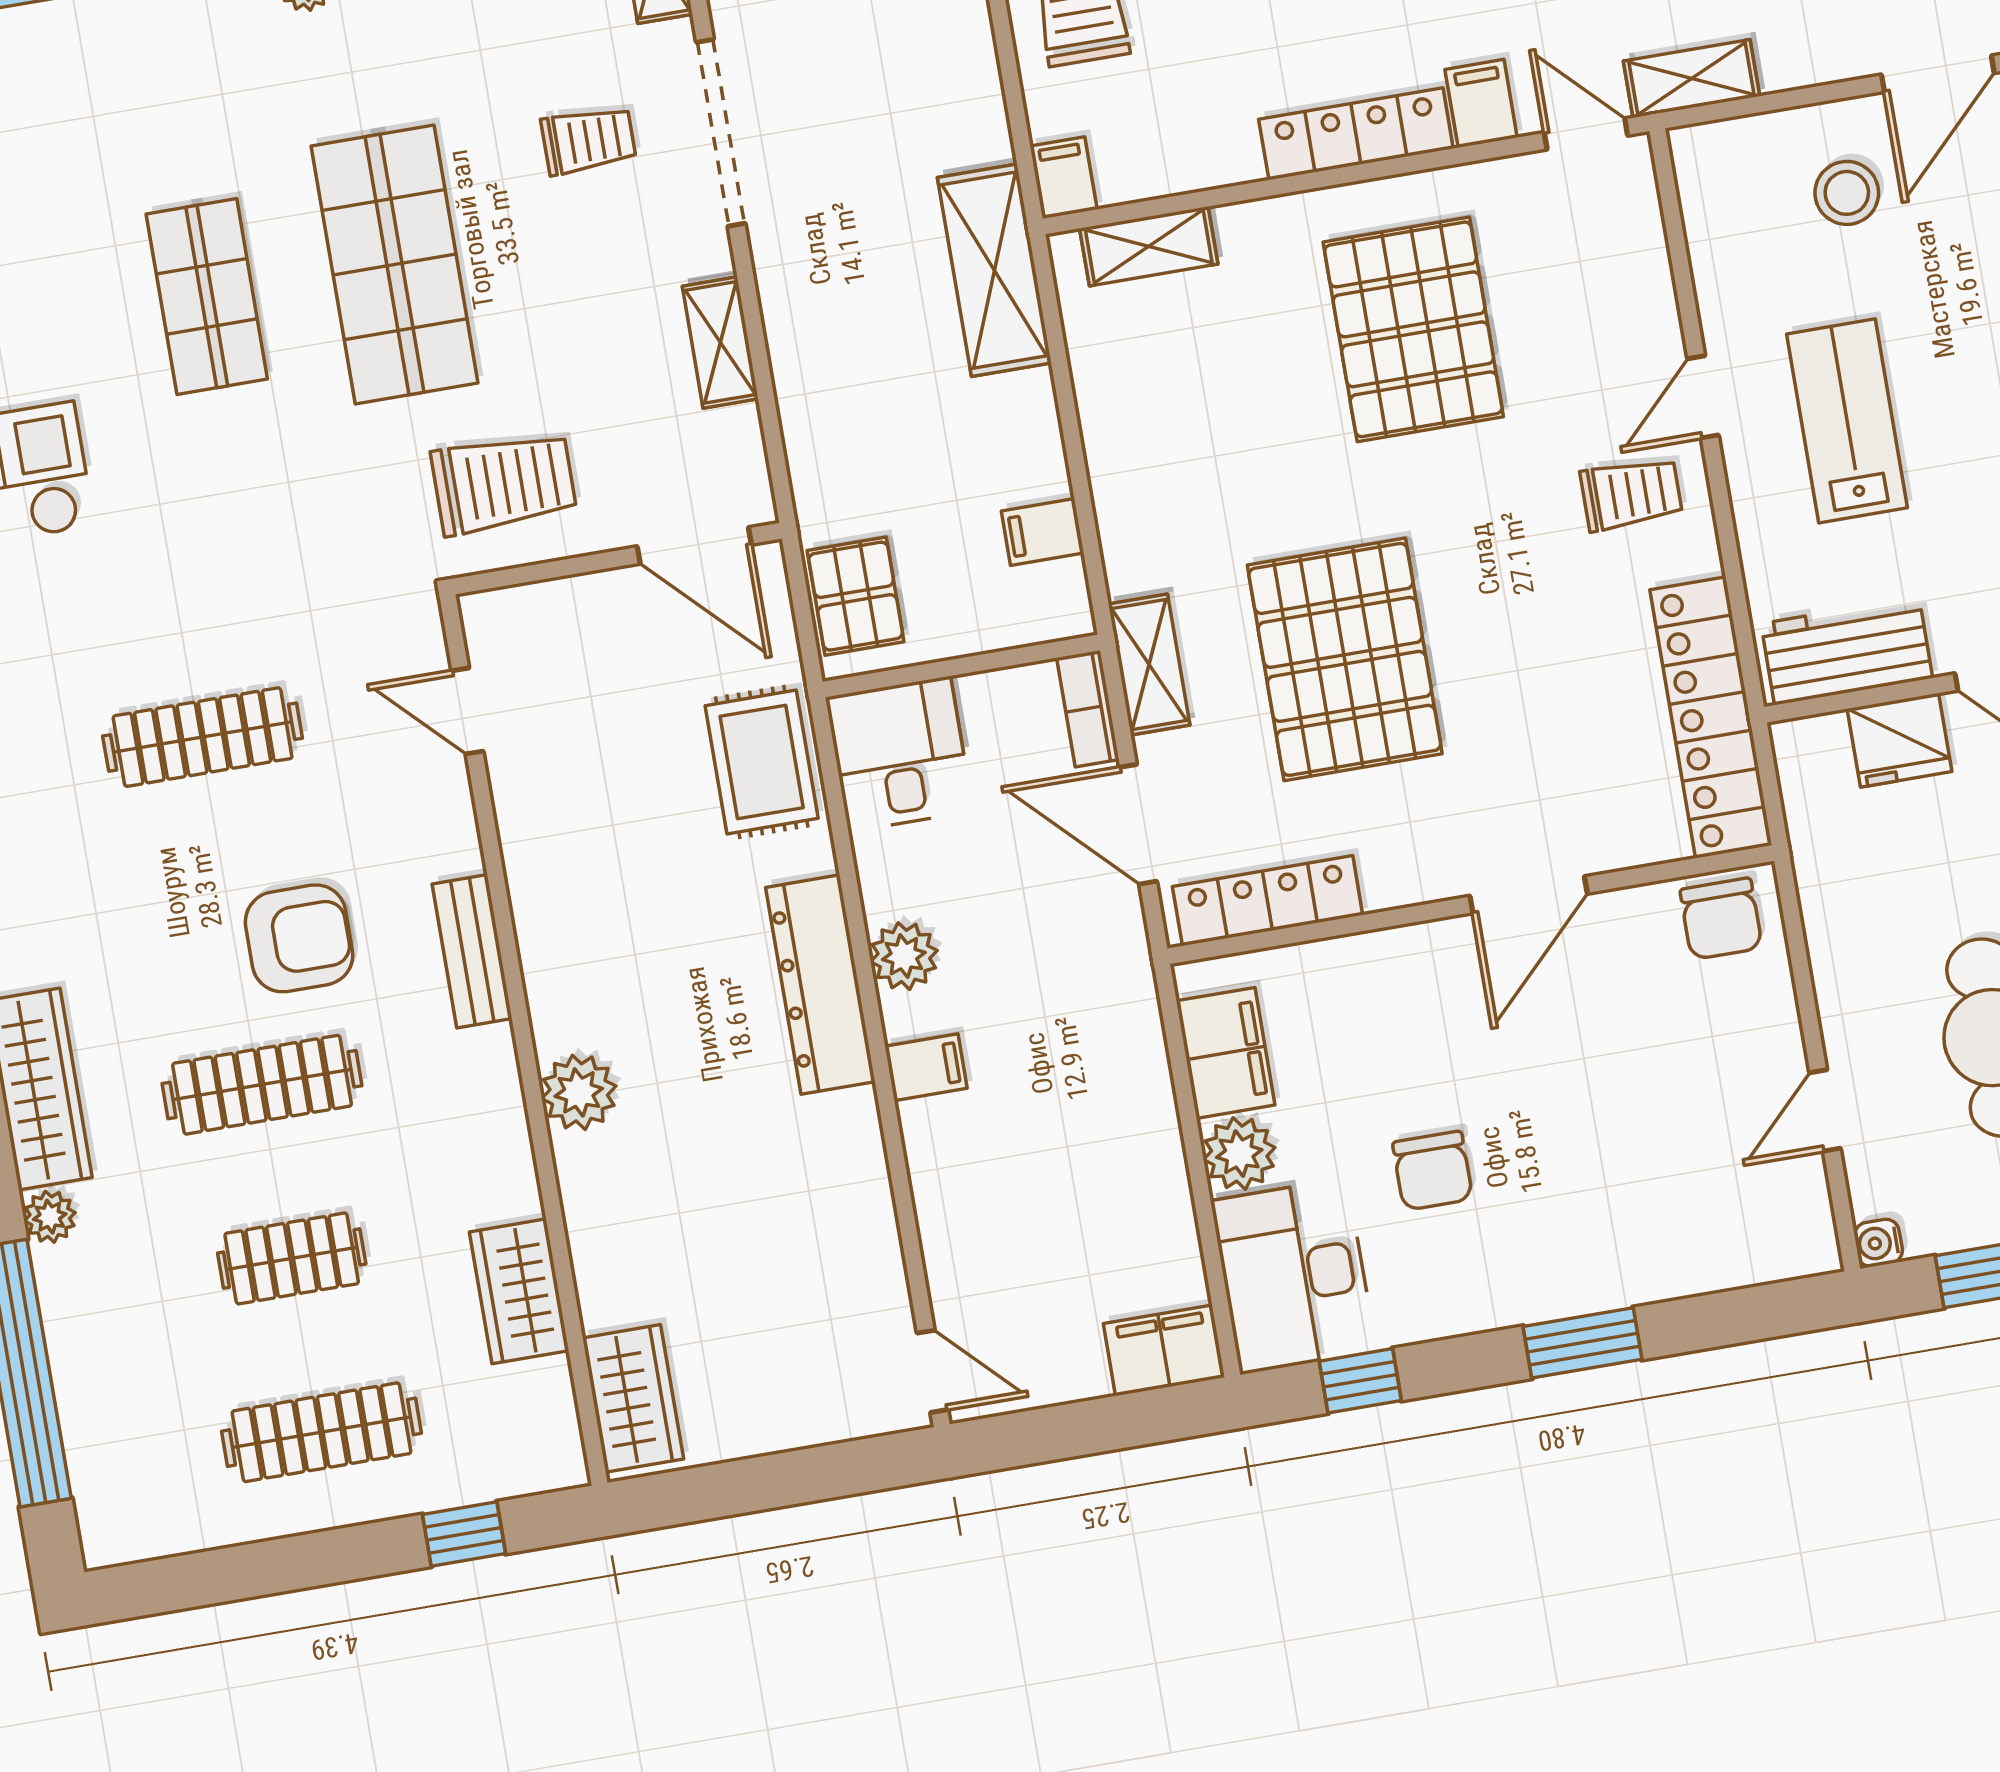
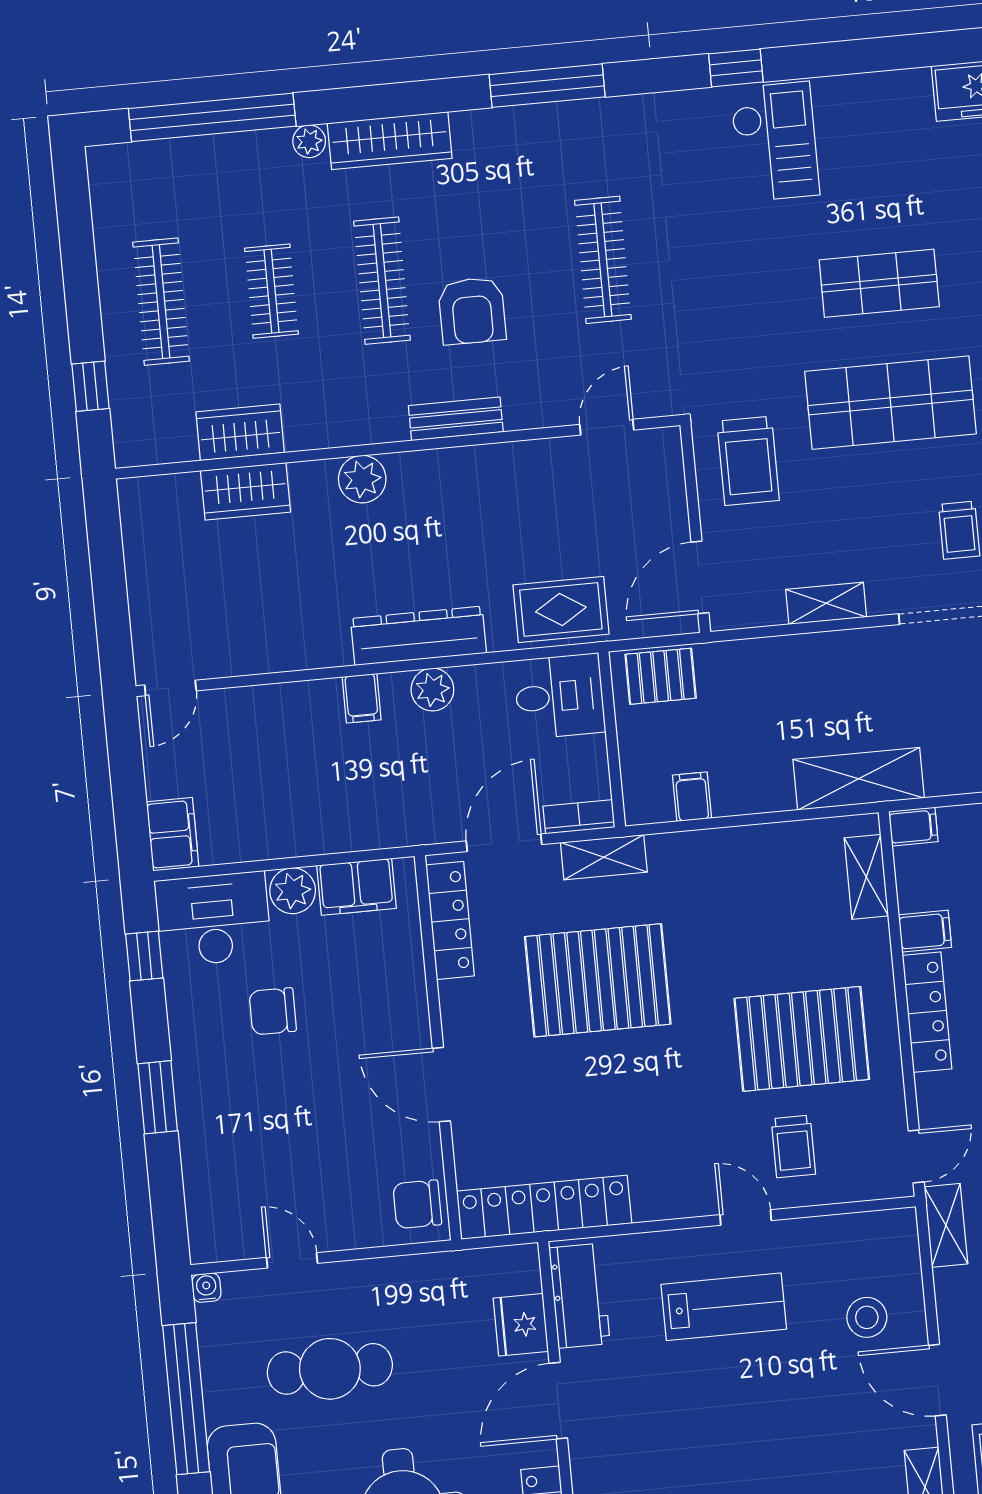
filing cabinet: (1481, 103) -> (925, 931), moved
trolley: (1631, 494) -> (793, 1146), moved
wardrobe: (633, 1398) -> (245, 491), moved

